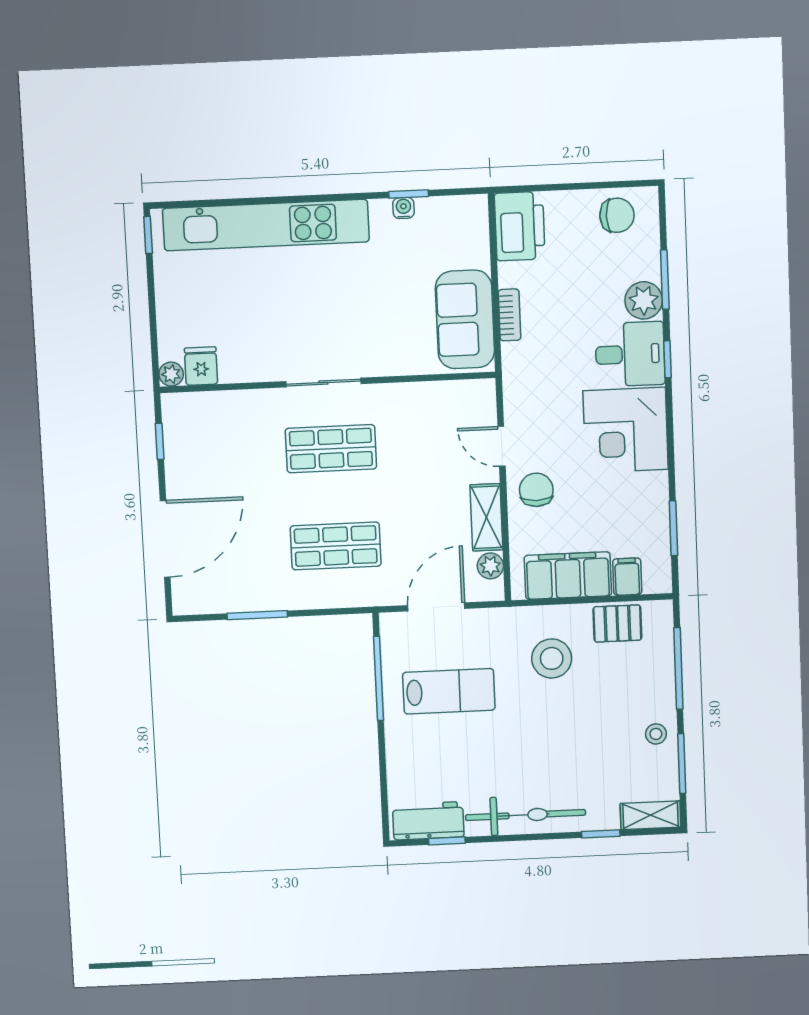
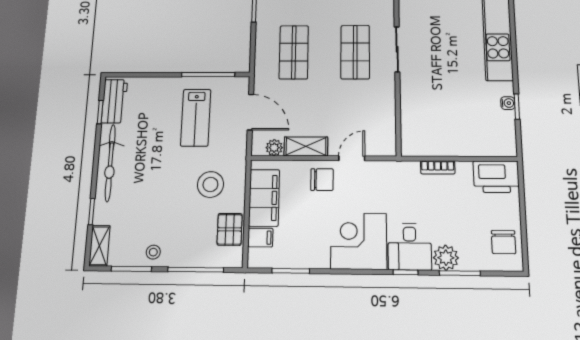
sofa: (465, 319) -> (435, 139), removed

